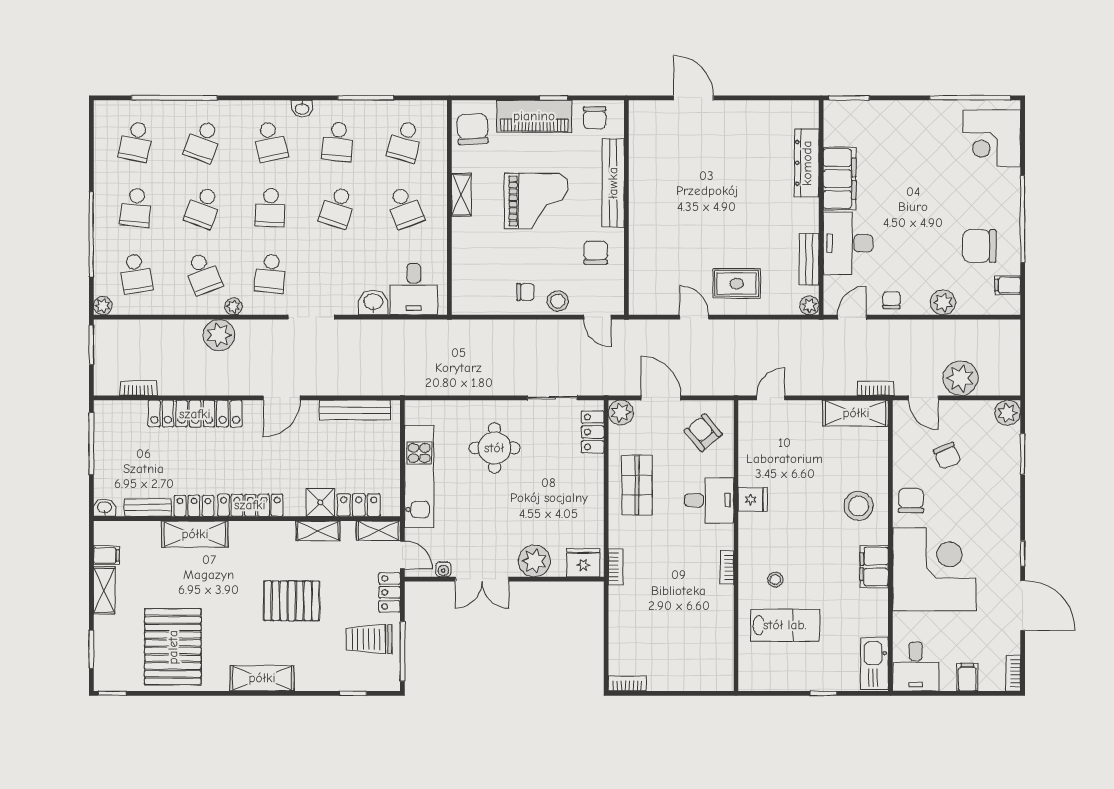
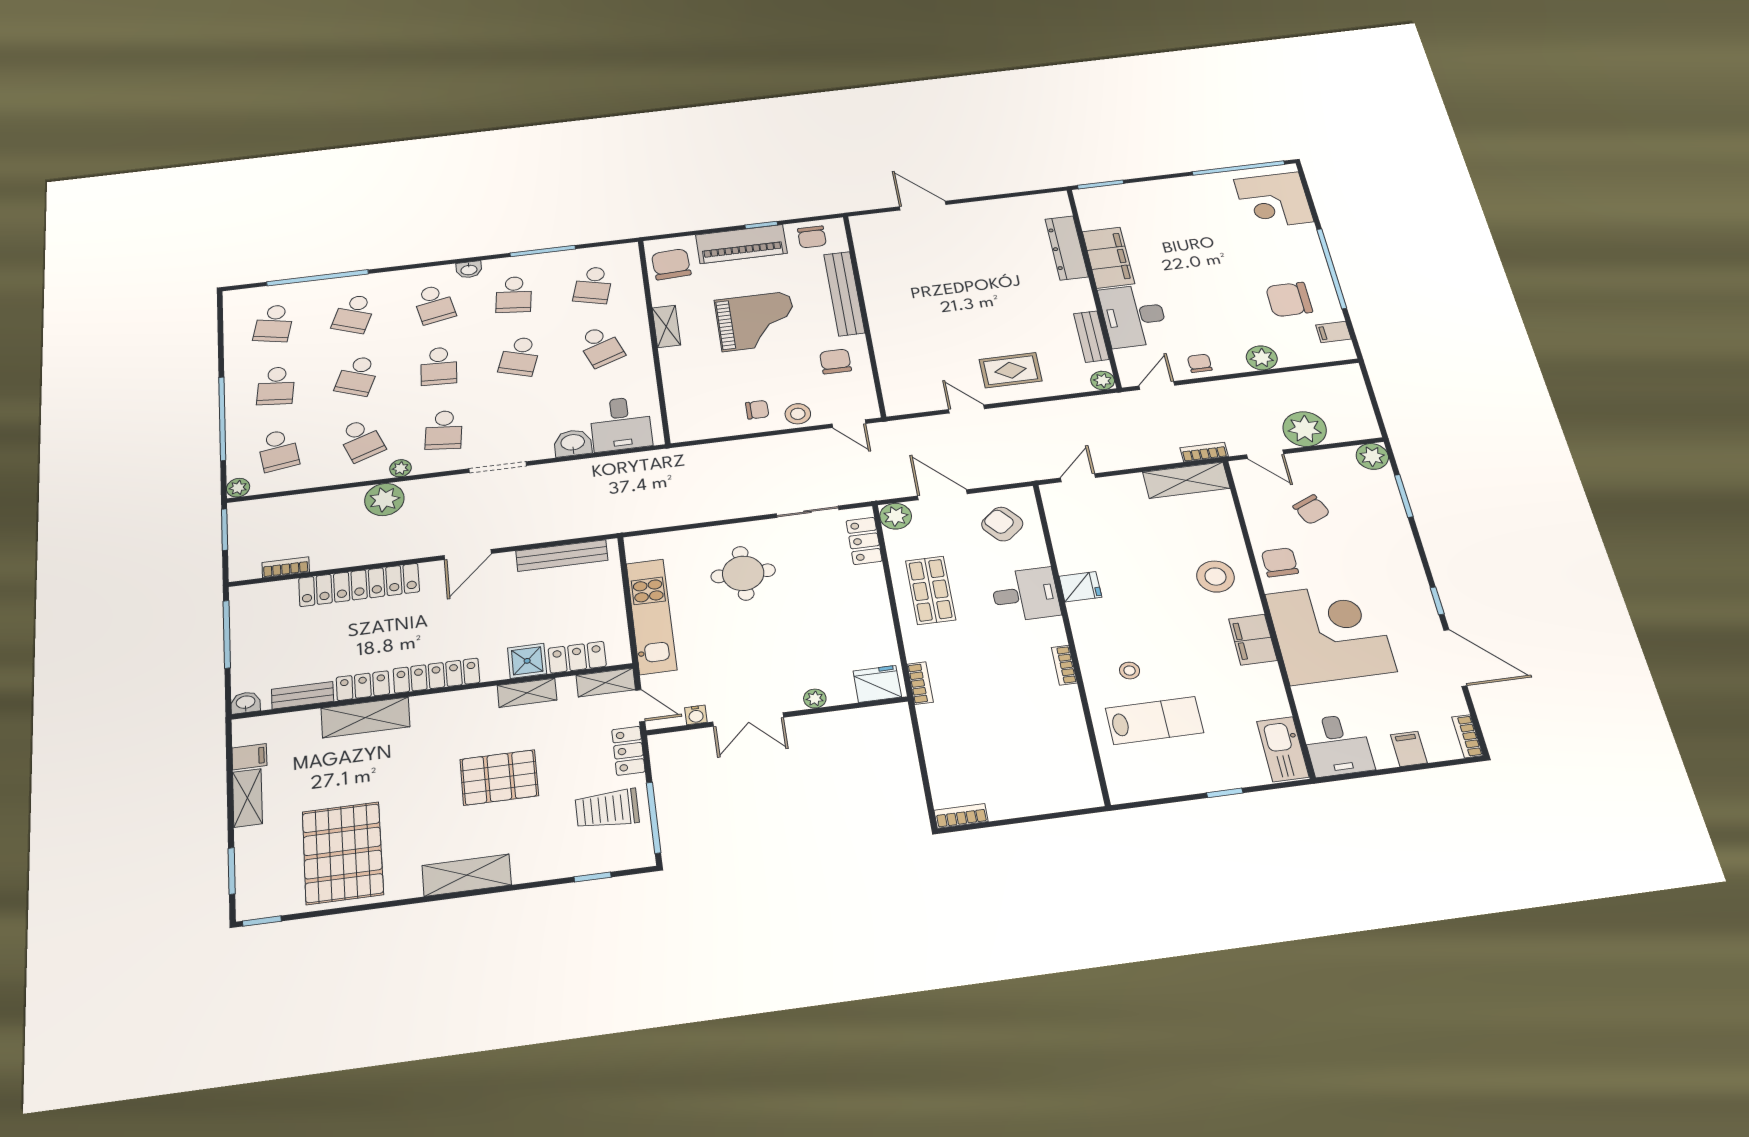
plant: (534, 561) -> (815, 699), width x0.53, depth x0.53

